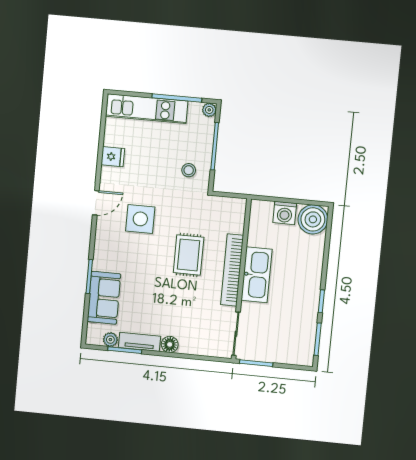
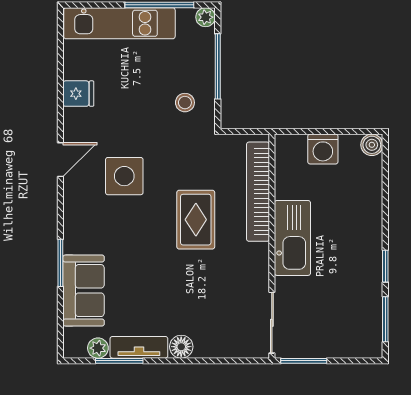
boiler: (313, 219) -> (372, 145), width x0.54, depth x0.54
bookcase: (232, 270) -> (258, 192), moved

